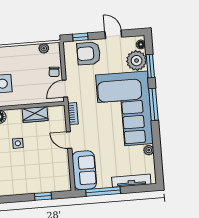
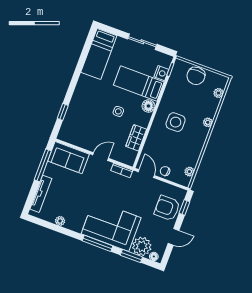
armchair: (89, 53) -> (167, 208), turned -90
corner sofa: (125, 109) -> (111, 226), width x0.73, depth x0.74

